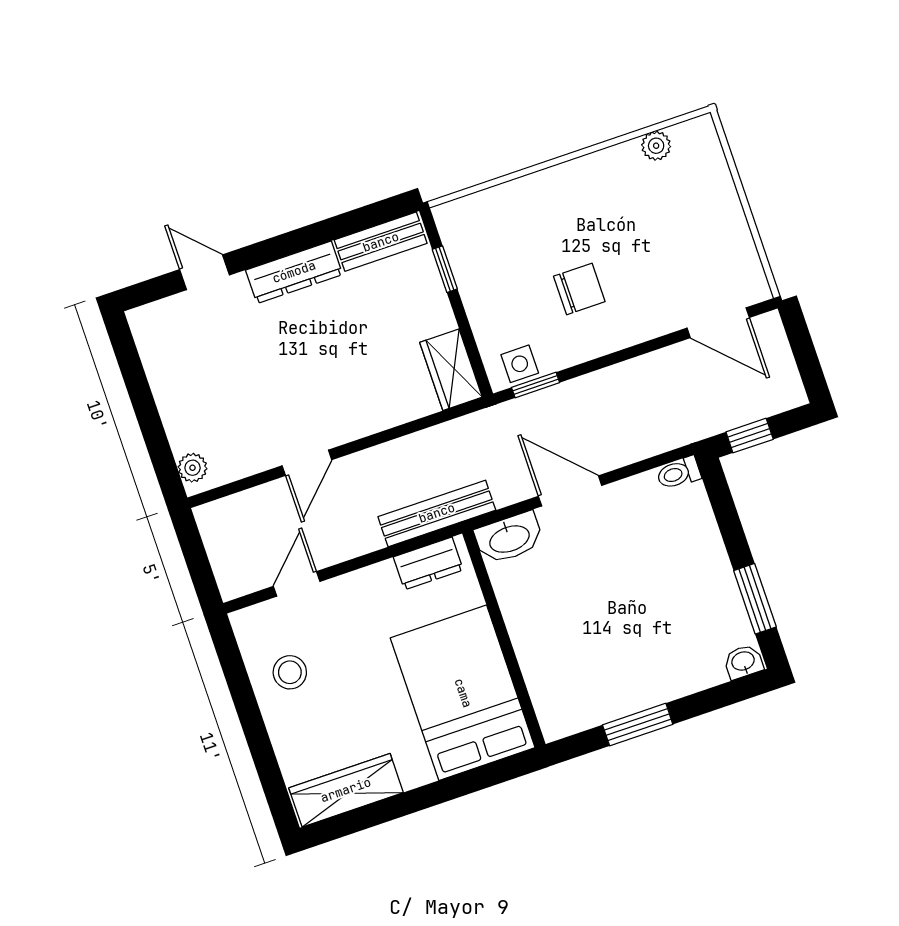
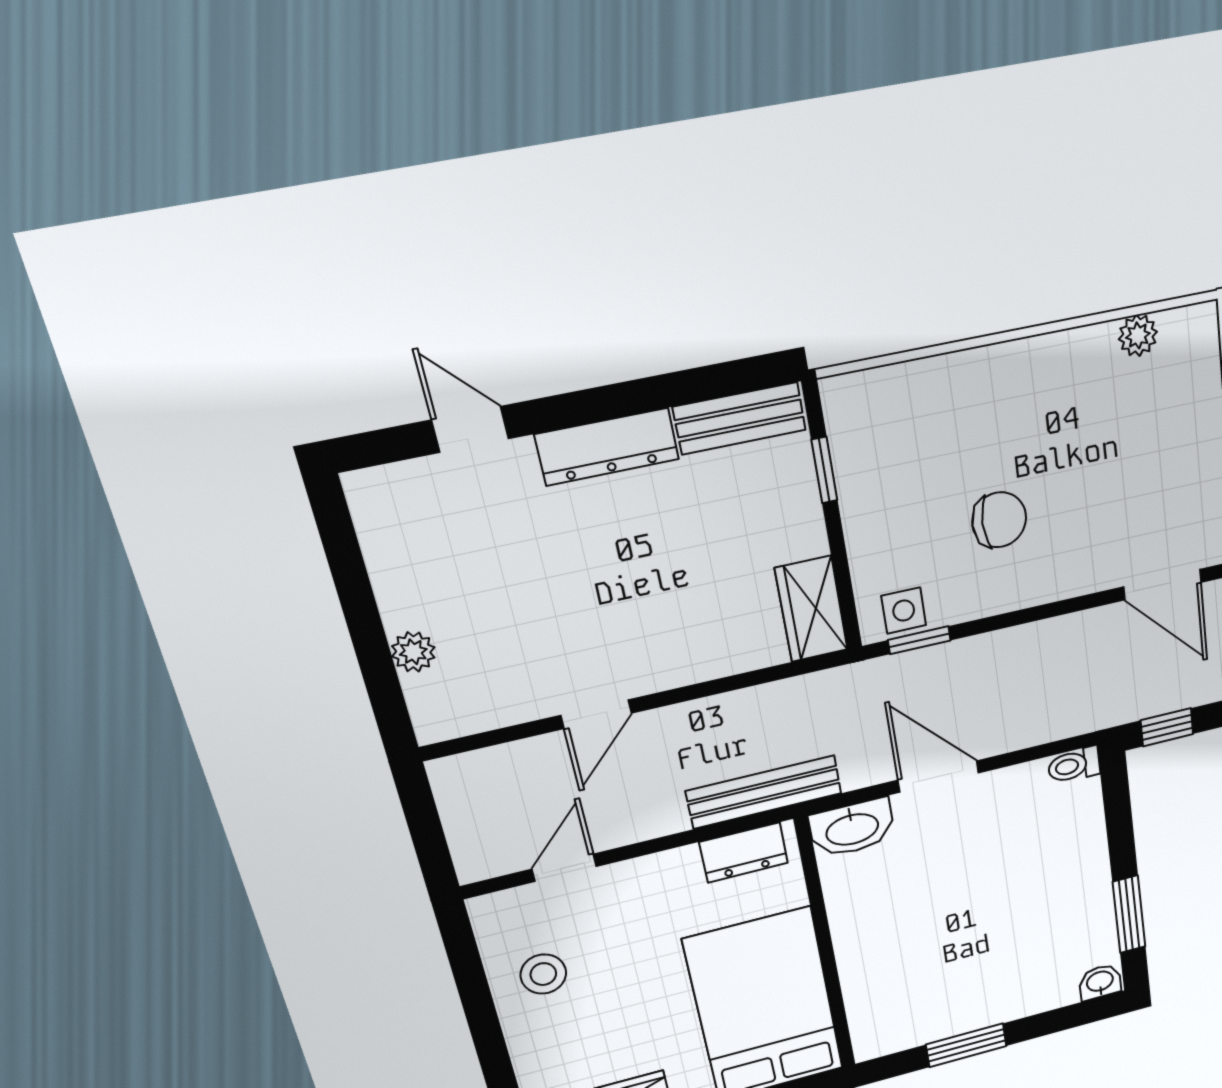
plant: (193, 468) -> (413, 652), moved

